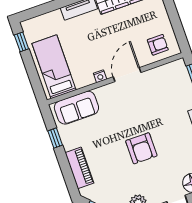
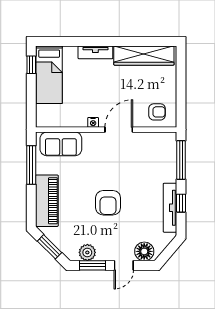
bed: (54, 67) -> (49, 75), moved, turned 180
window: (55, 138) -> (31, 165), width x2.17
piano: (79, 168) -> (47, 201), width x1.37, depth x1.33

